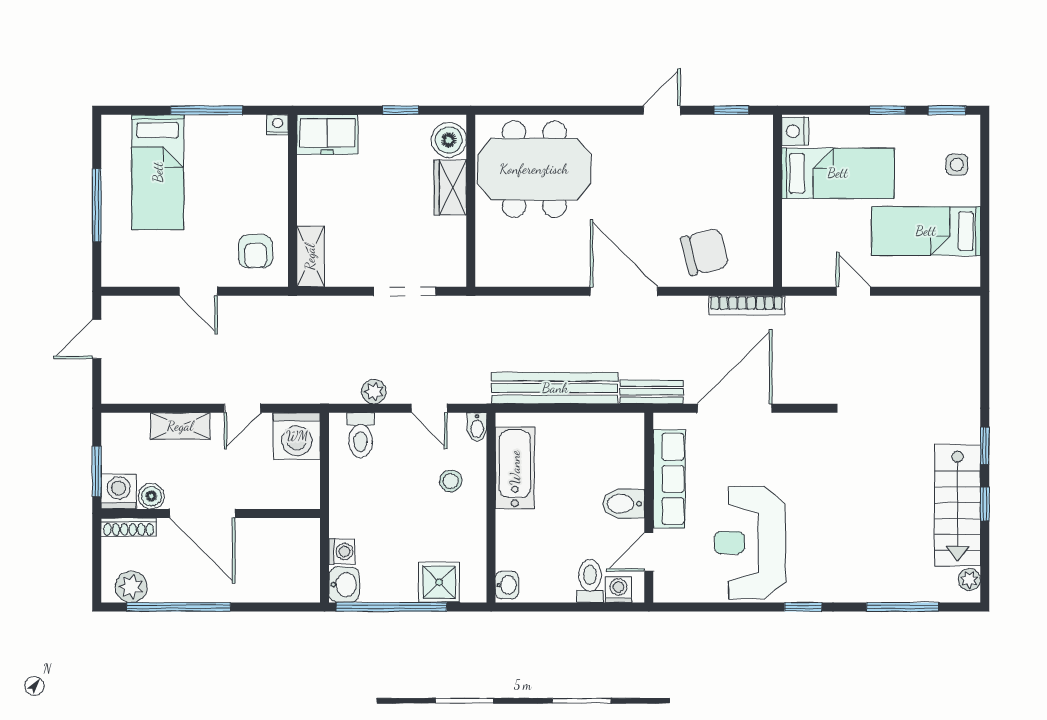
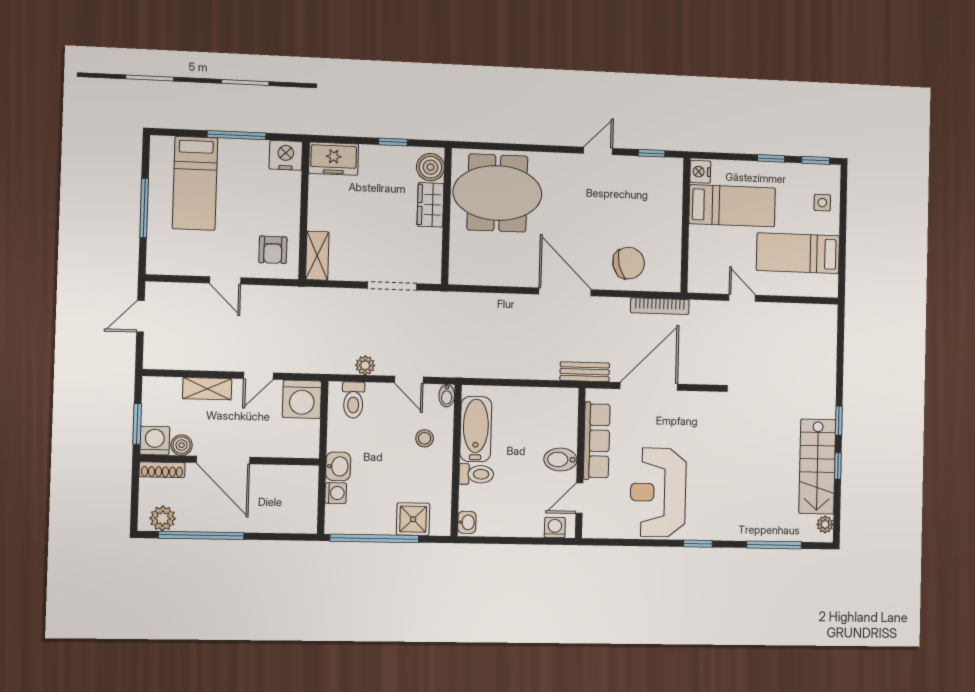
nightstand: (277, 125) -> (286, 155), width x1.89, depth x1.79
bench: (555, 388) -> (509, 367), removed
toilet: (590, 581) -> (476, 474), moved, turned 90
washbasin: (344, 585) -> (338, 466), moved

